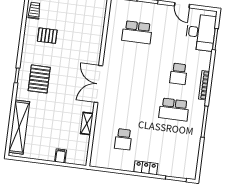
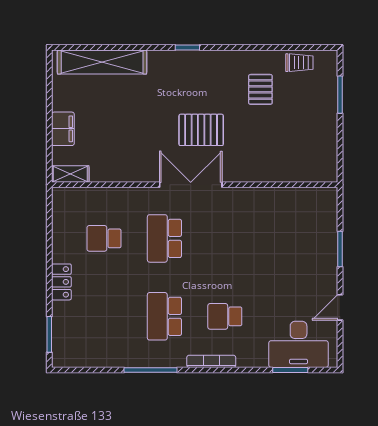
school desk: (137, 32) -> (164, 238), moved
pallet: (39, 79) -> (201, 130), moved
shelving: (87, 124) -> (70, 174), moved
filing cabinet: (61, 156) -> (63, 129), width x2.00

